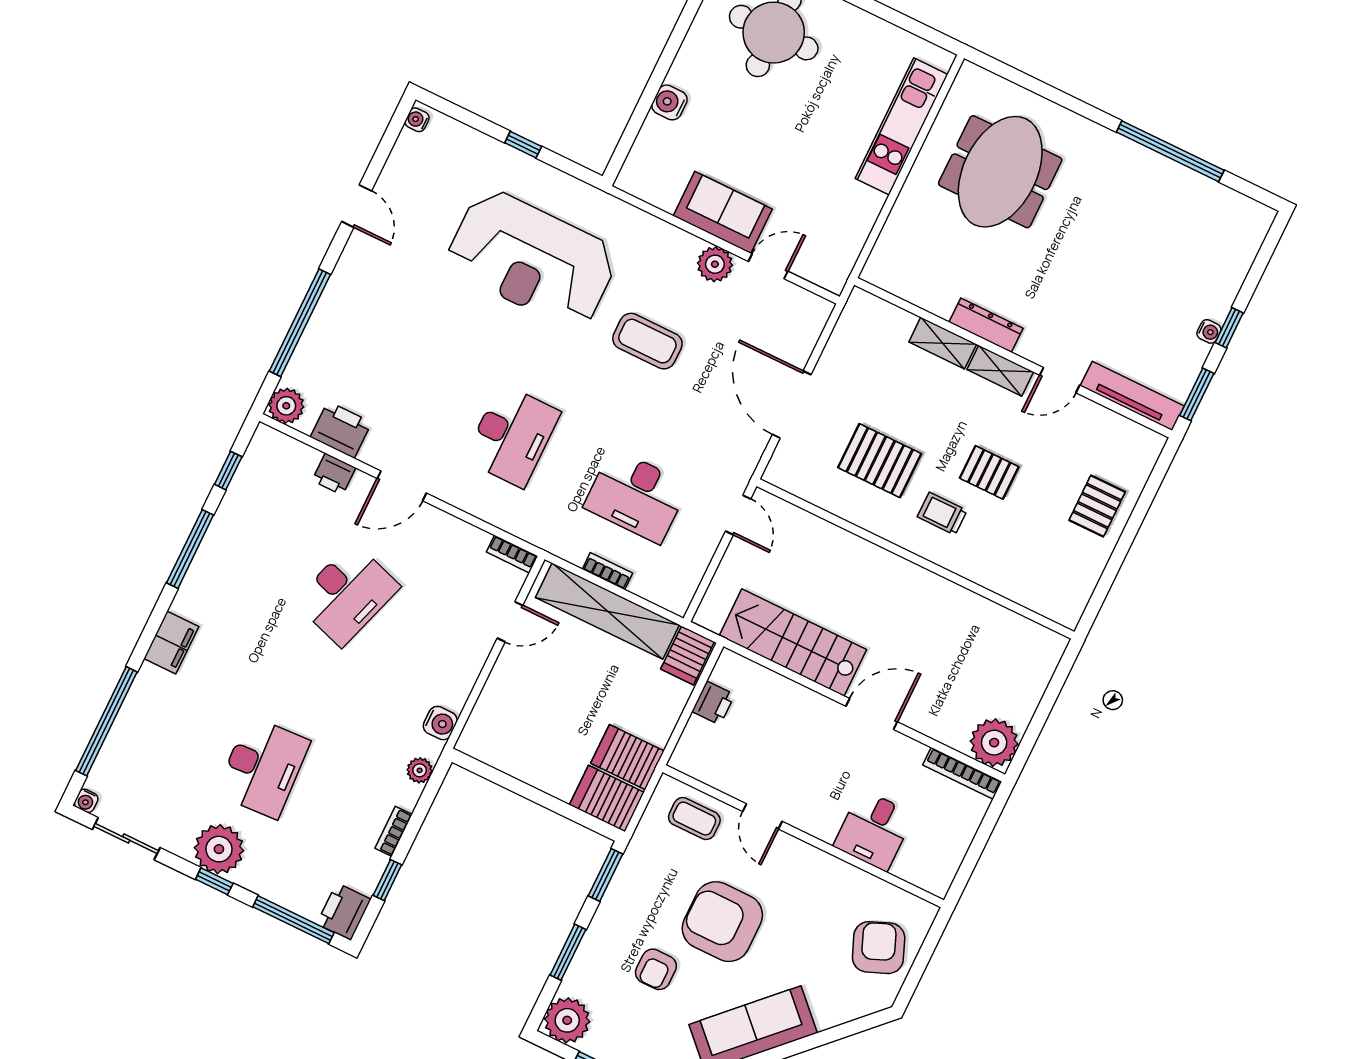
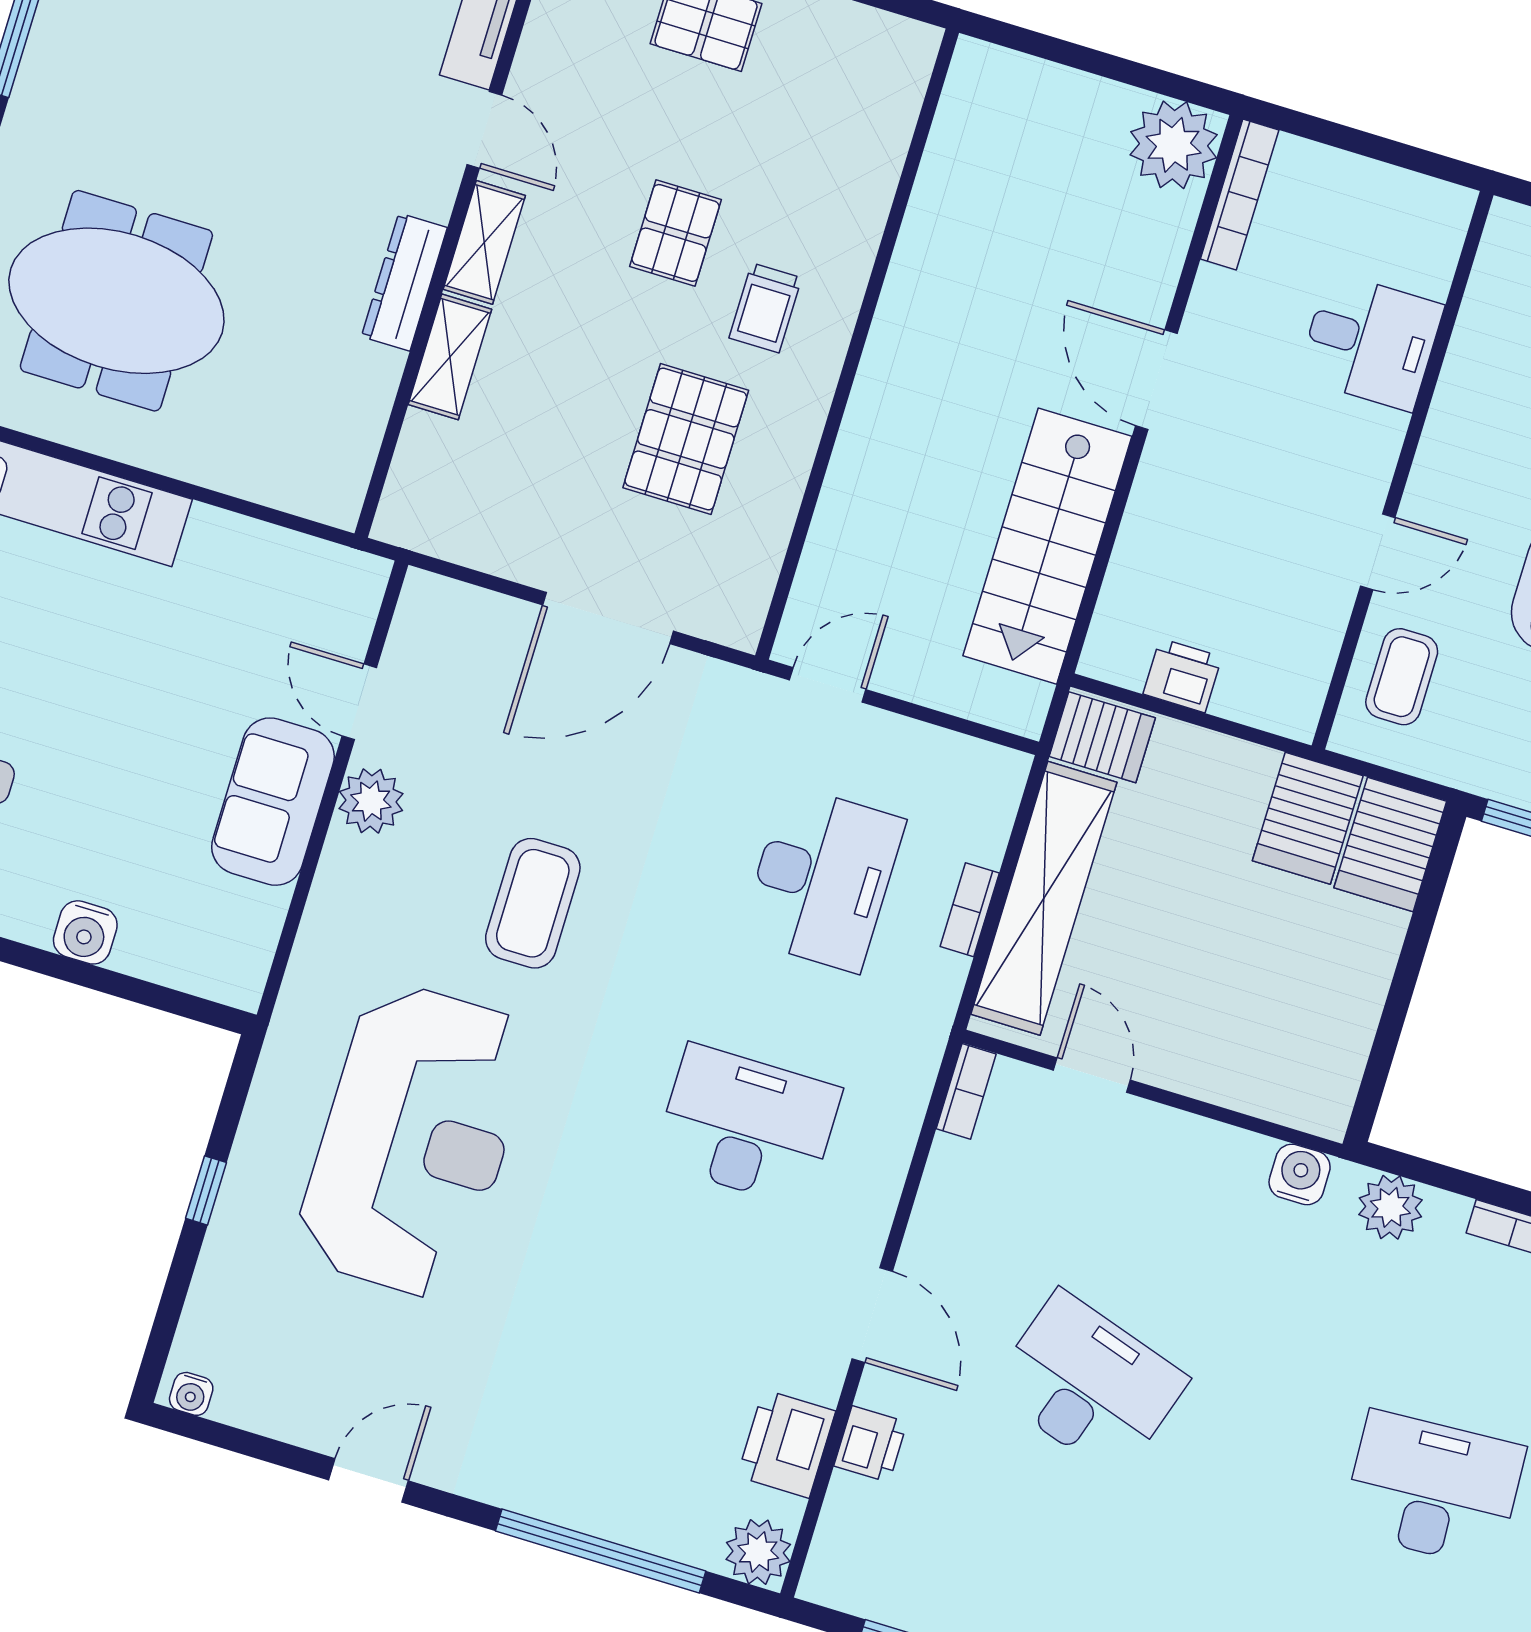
plant: (420, 770) -> (1390, 1207), width x1.38, depth x1.38

